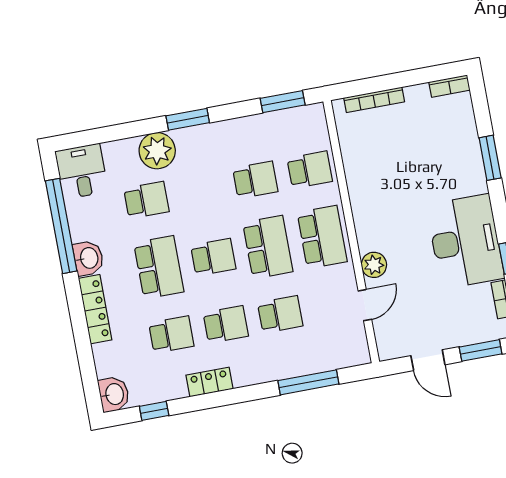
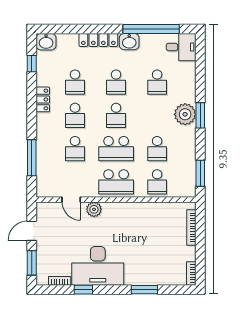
plant: (157, 151) -> (185, 114), moved
school desk: (159, 267) -> (116, 82), width x0.54

